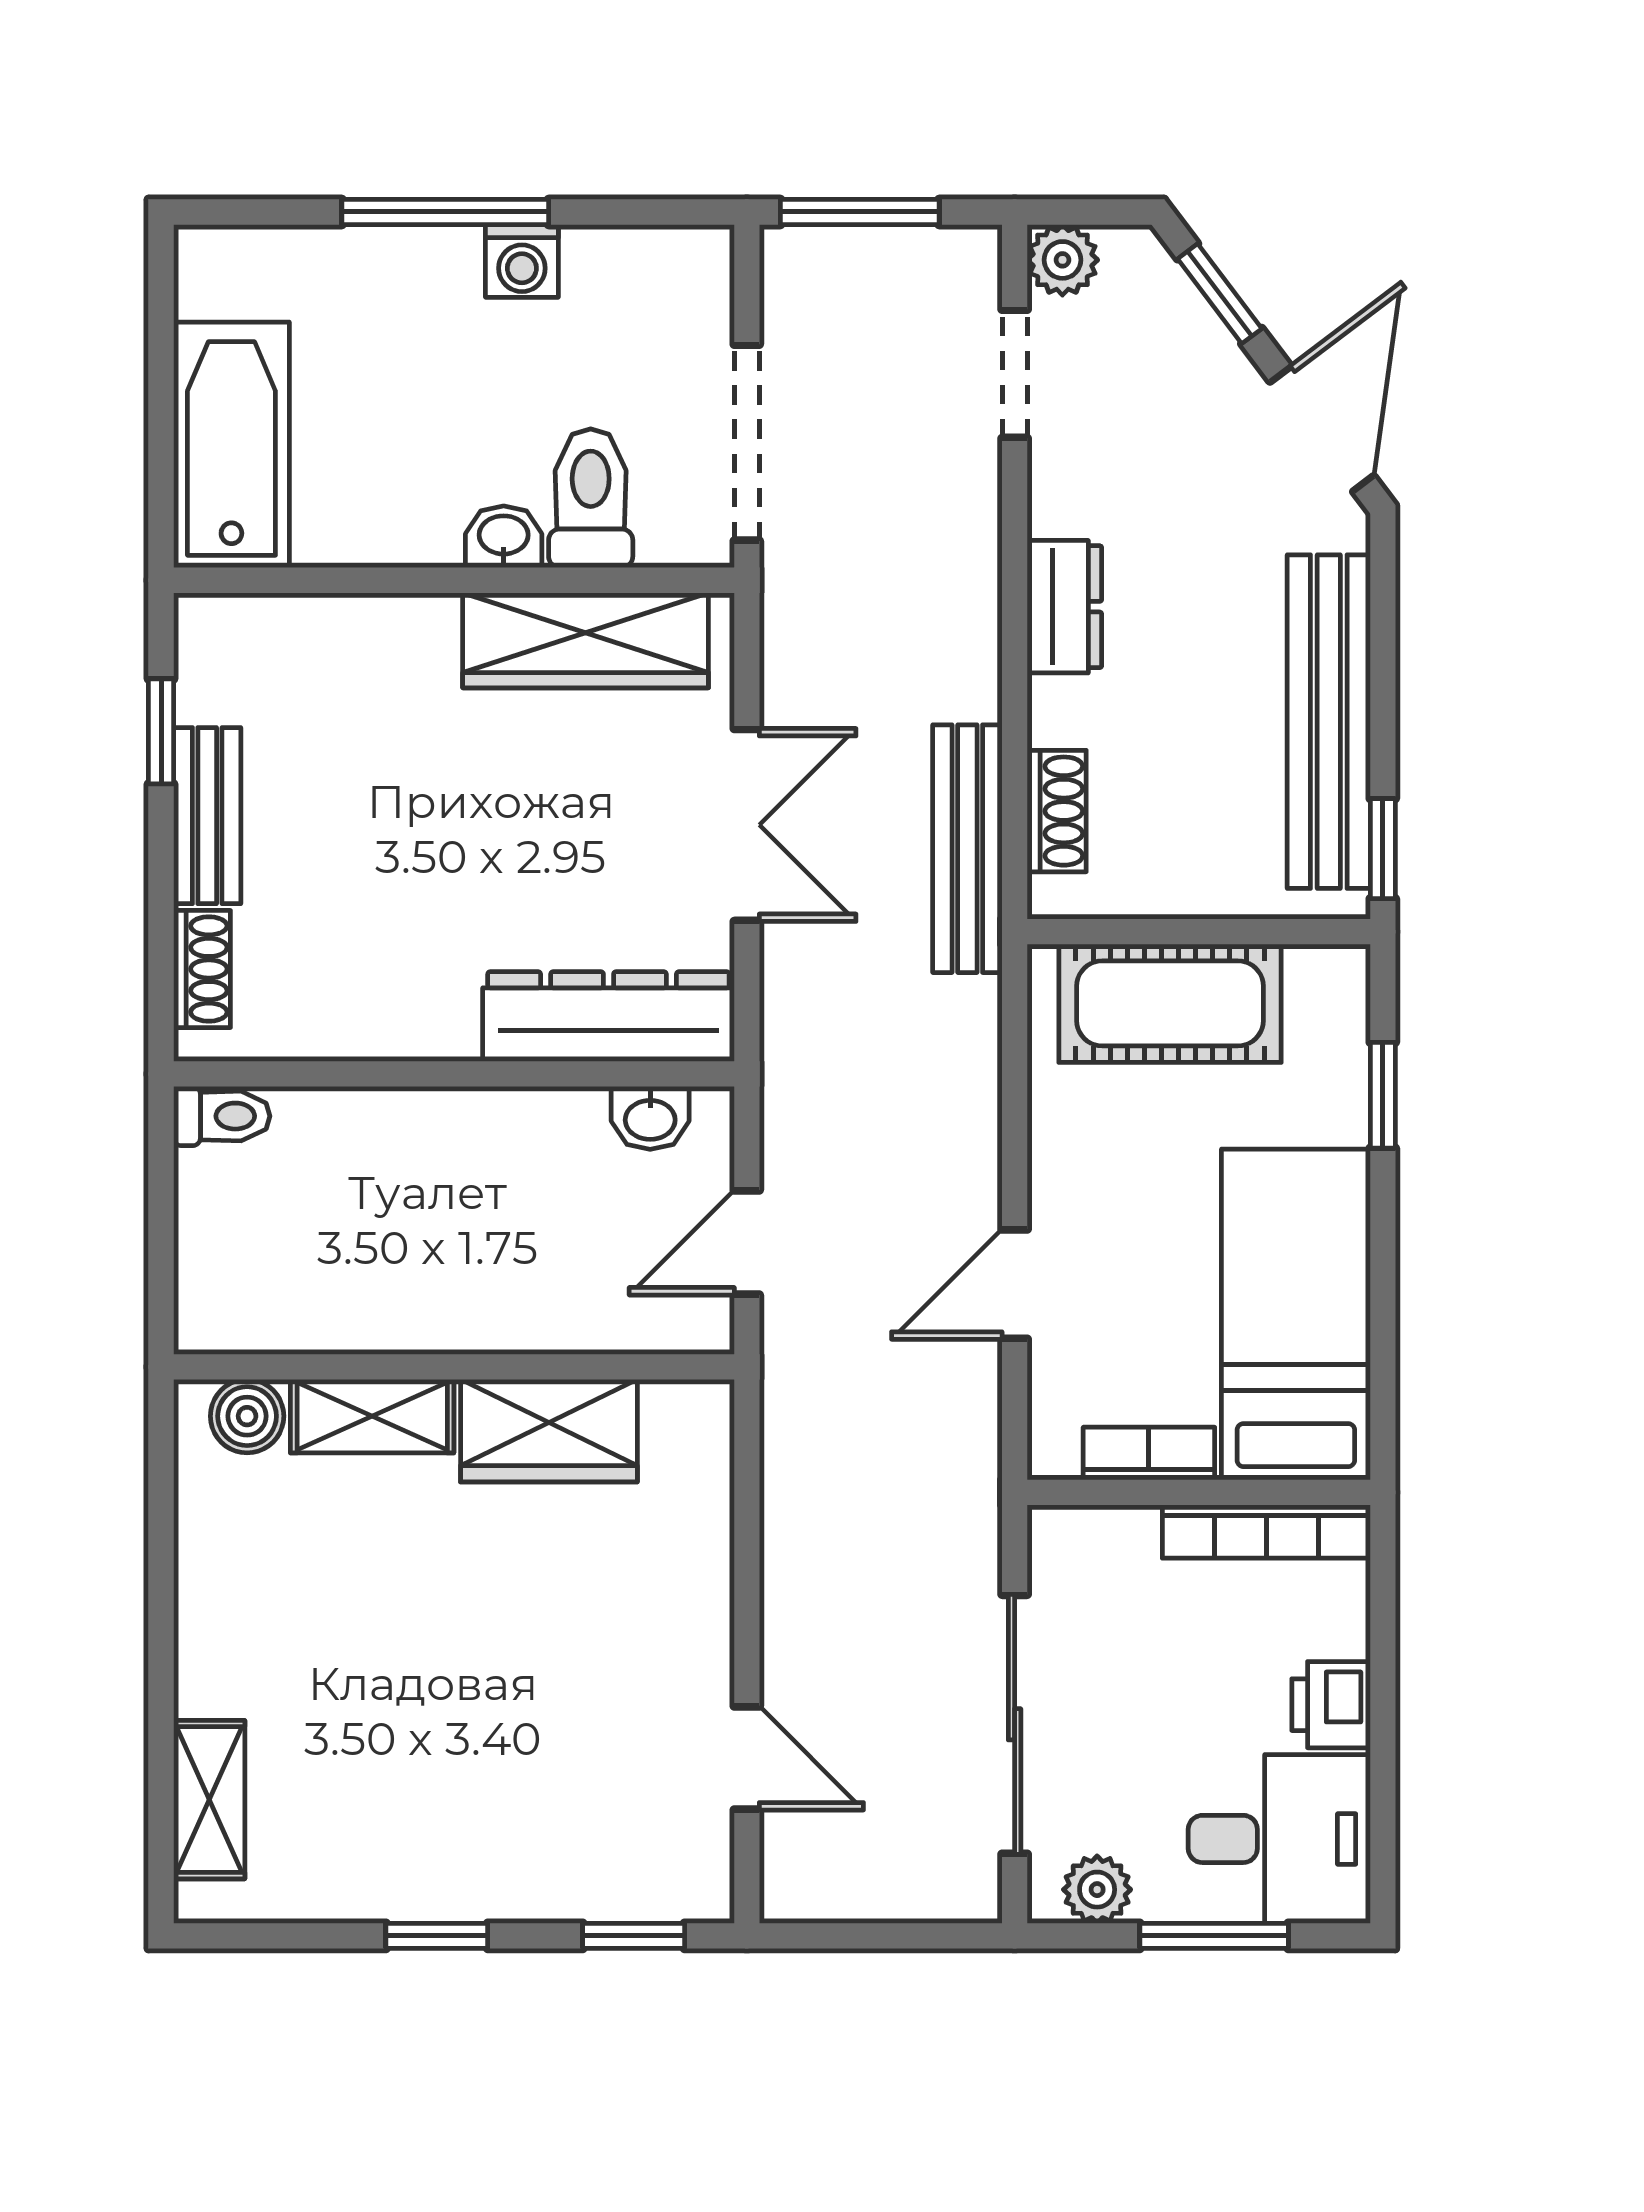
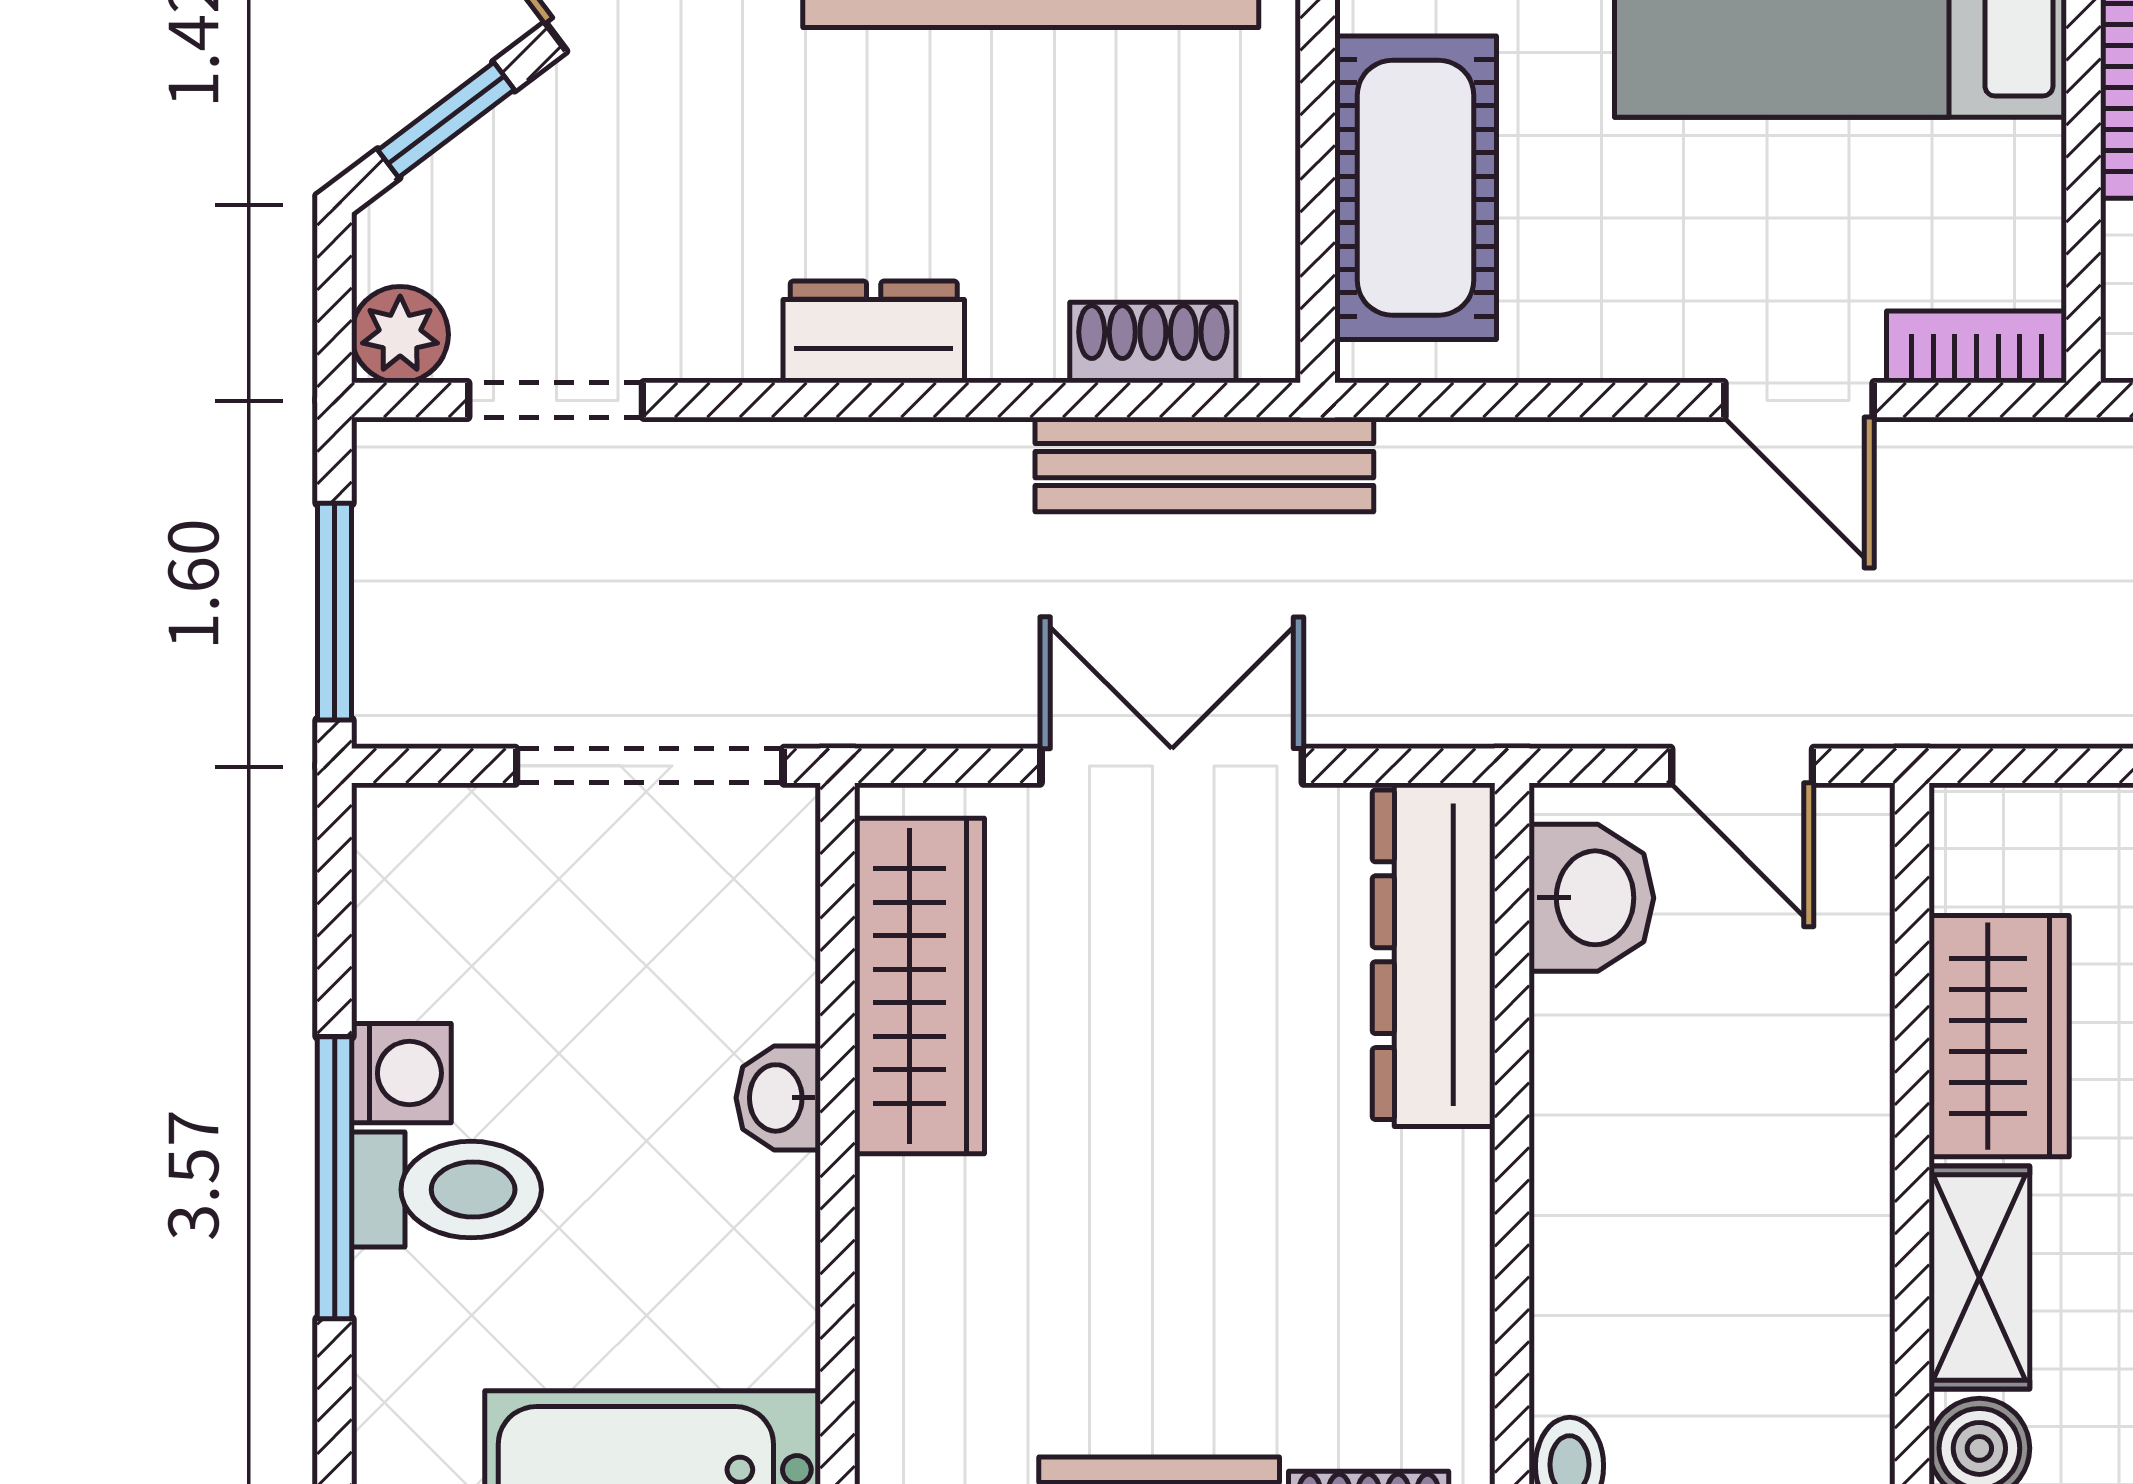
toilet: (591, 498) -> (447, 1190), moved, turned 180
washbasin: (650, 1118) -> (1591, 898), width x1.38, depth x1.45
bookcase: (1149, 1454) -> (1977, 347), moved, turned 90

